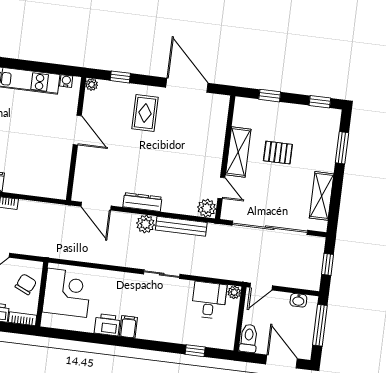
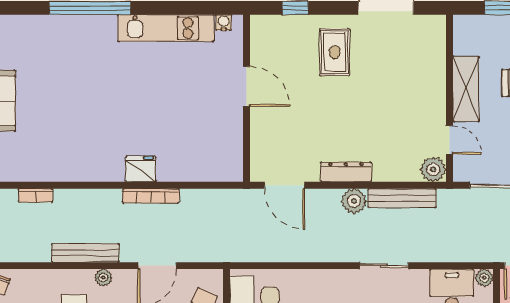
plant: (92, 85) -> (258, 23), removed

